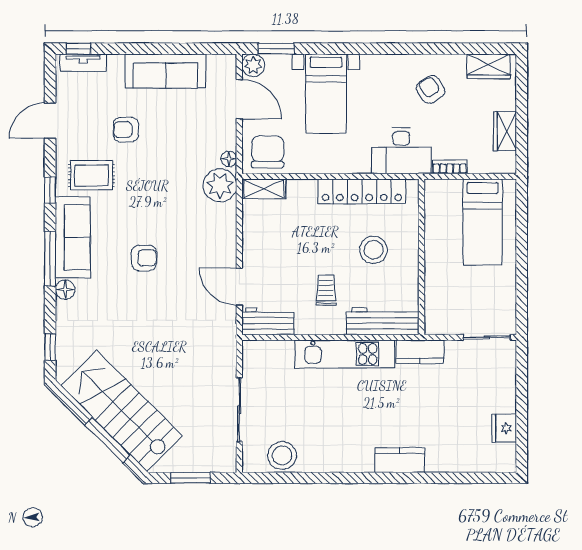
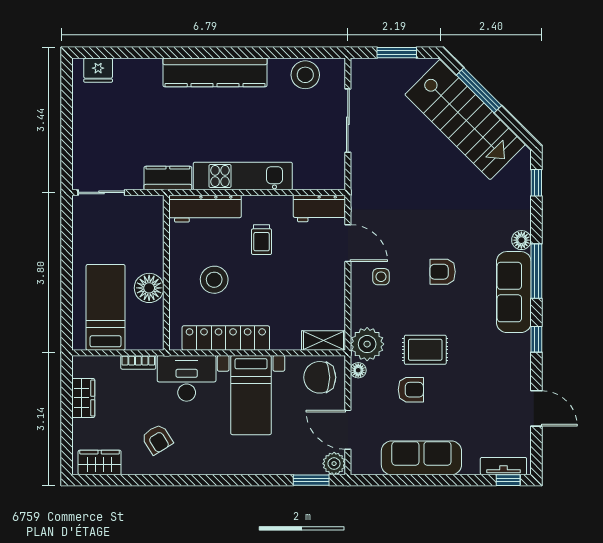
bed with nightstands: (326, 94) -> (251, 395), moved, turned 180
door: (50, 121) -> (536, 408), hinge flipped
armchair: (126, 130) -> (411, 390), moved
chair: (268, 152) -> (320, 377), turned 90
rug: (91, 175) -> (425, 350), moved
floor lamp: (439, 242) -> (149, 288), added
side table: (206, 253) -> (381, 277), added
fridge: (504, 428) -> (98, 70), moved, turned 90
kitchen counter: (400, 460) -> (215, 72), width x2.08, depth x1.17

